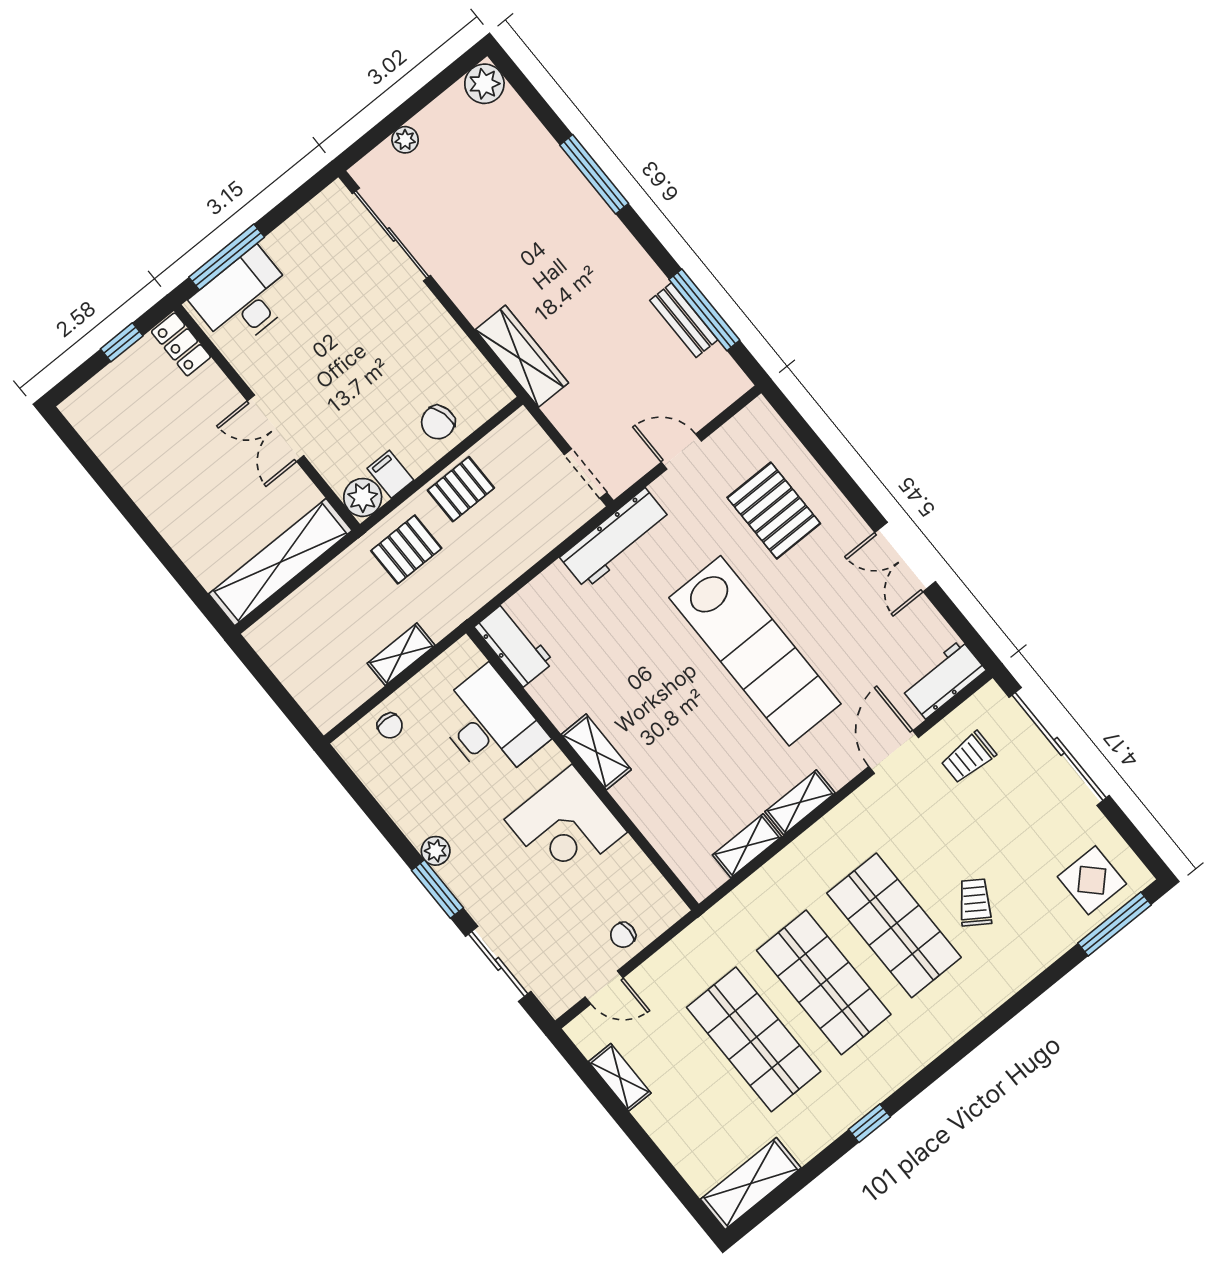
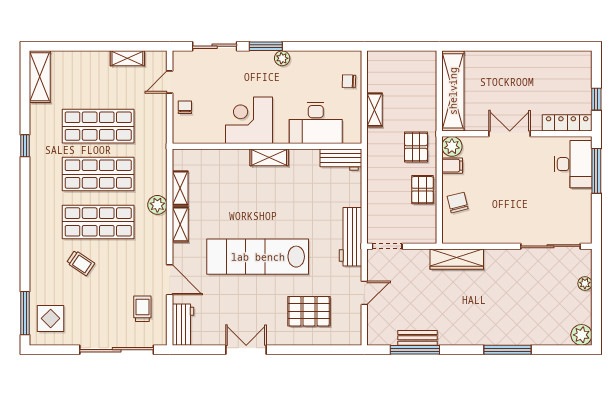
locker: (181, 344) -> (567, 123), width x1.53
plant: (799, 859) -> (157, 205), added

